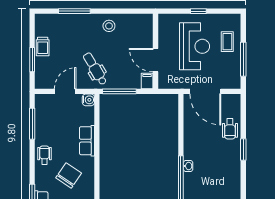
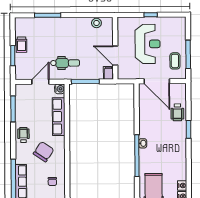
stool: (109, 26) -> (96, 23), moved
coffee table: (227, 42) -> (175, 61), moved
dental chair: (95, 69) -> (65, 63), turned 121
row of seats: (87, 141) -> (59, 117), width x1.48

